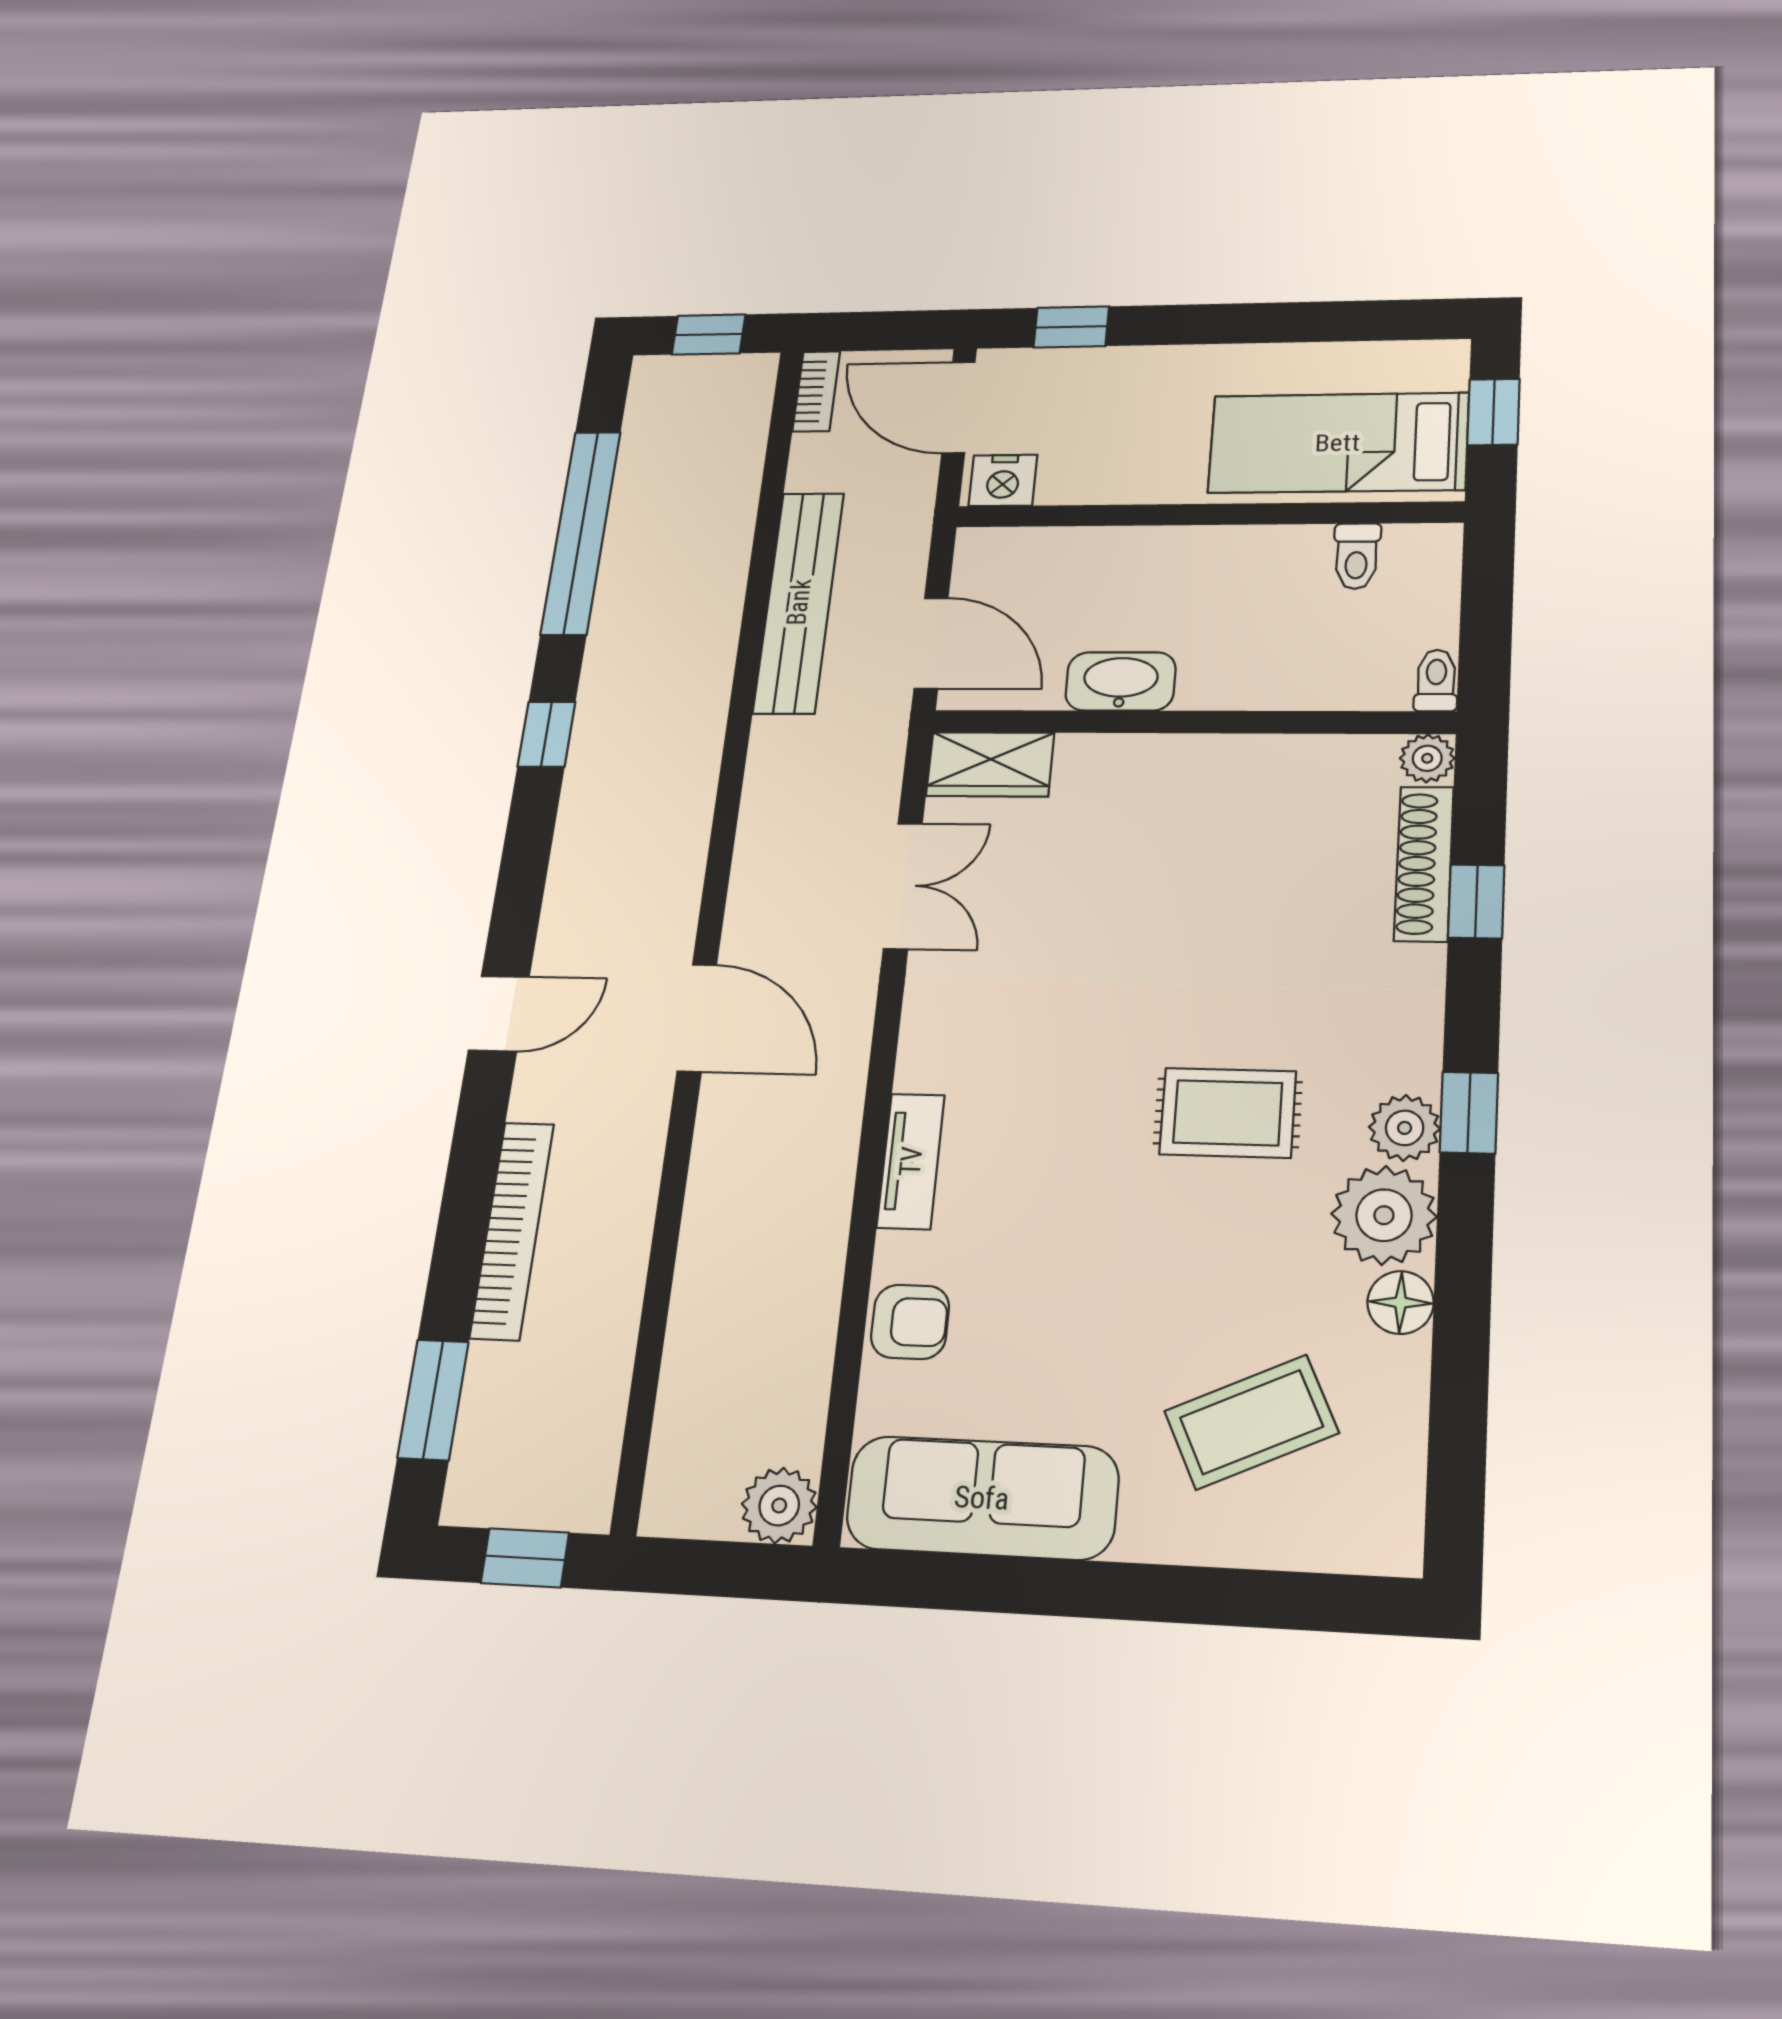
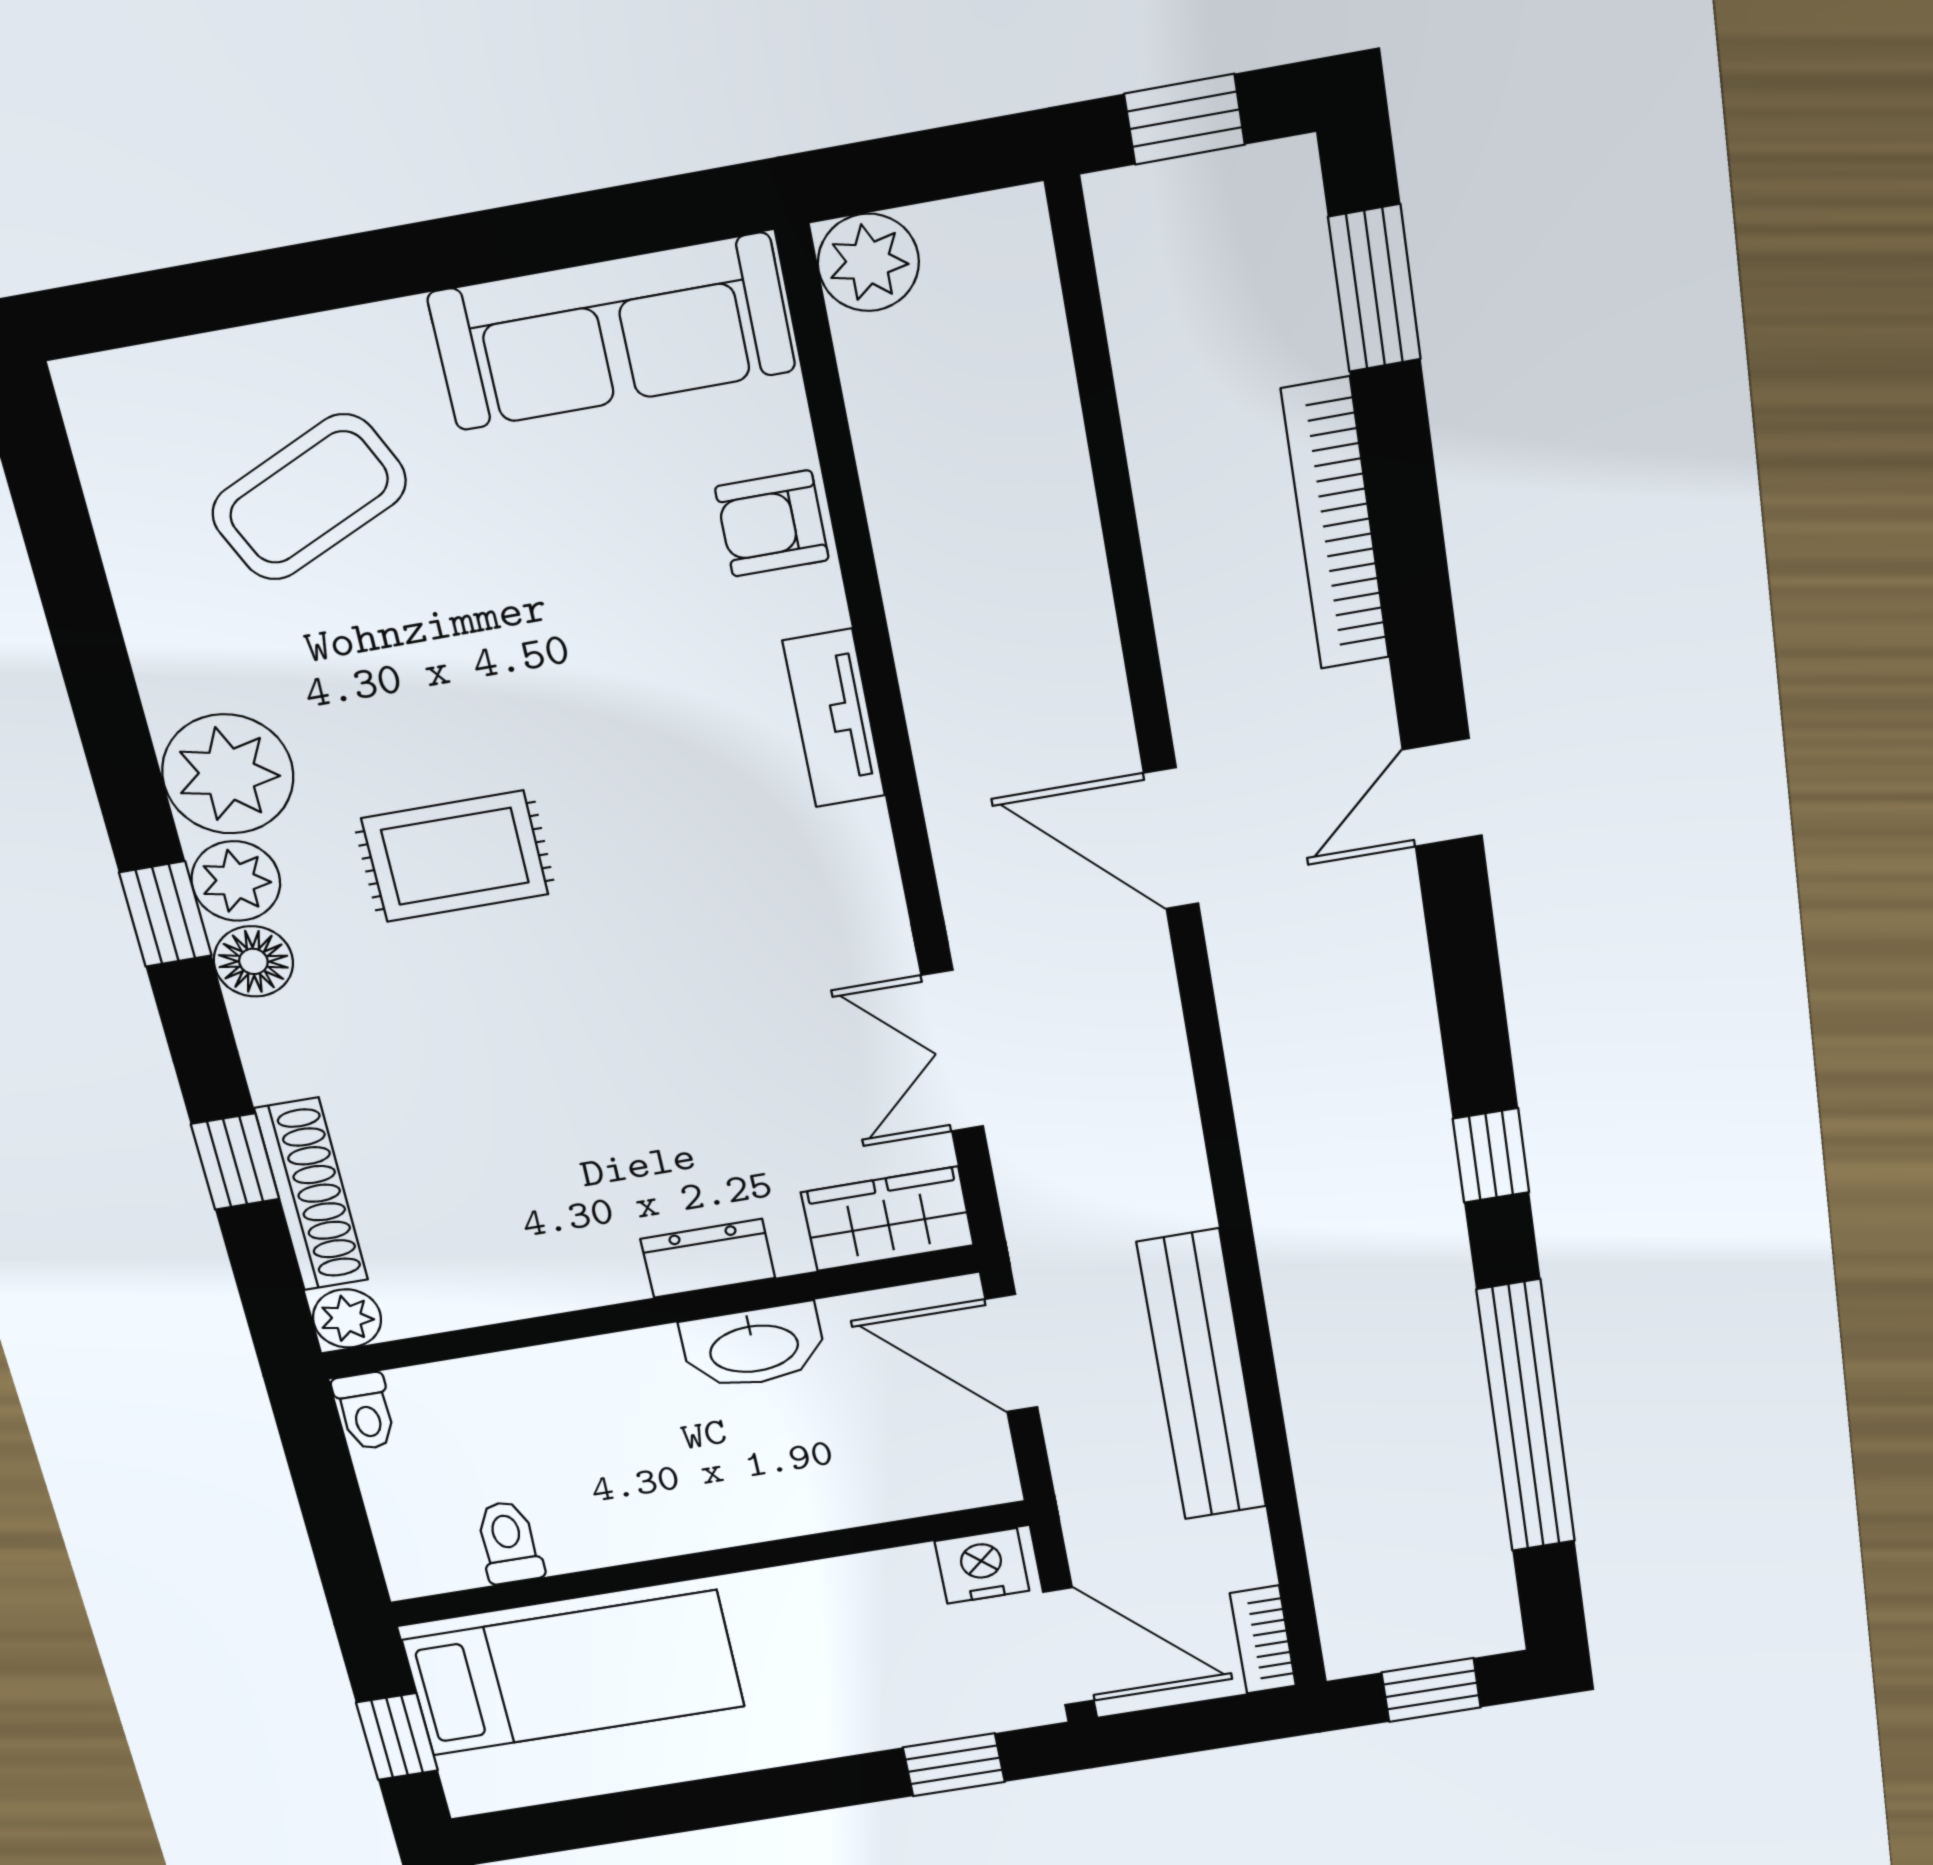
dresser: (1134, 757) -> (708, 1258), added
floor lamp: (1401, 1302) -> (253, 961), moved

